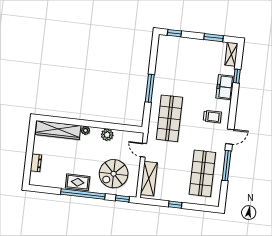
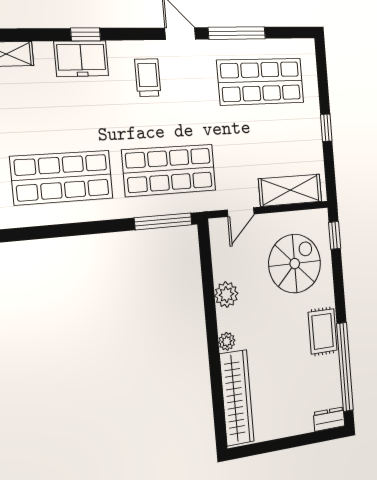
shop shelf: (175, 68) -> (62, 178), added
window: (237, 76) -> (86, 34), moved
window: (150, 88) -> (163, 221), moved
dresser: (36, 163) -> (329, 419), moved
spiral stairs: (114, 174) -> (295, 264), turned -90
window: (83, 194) -> (345, 367), moved

